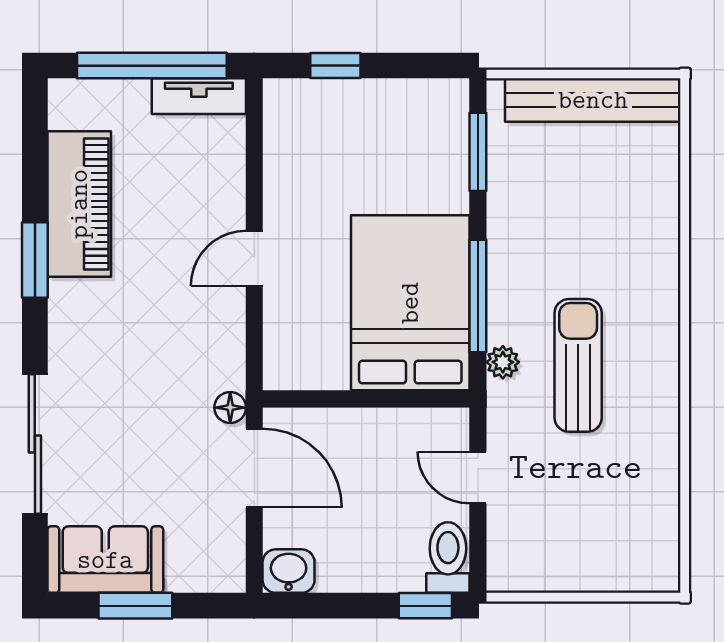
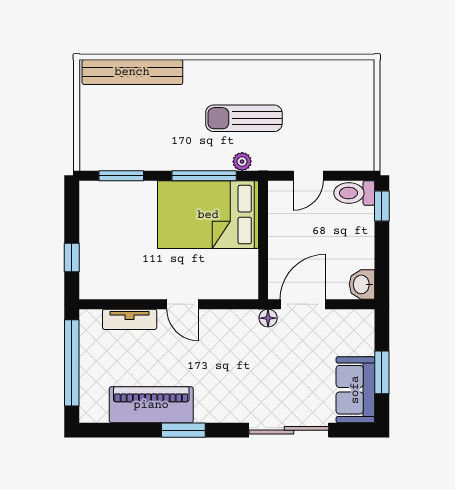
tv unit: (199, 96) -> (130, 319), moved, turned 90
bench: (593, 100) -> (132, 72), moved, turned 90

